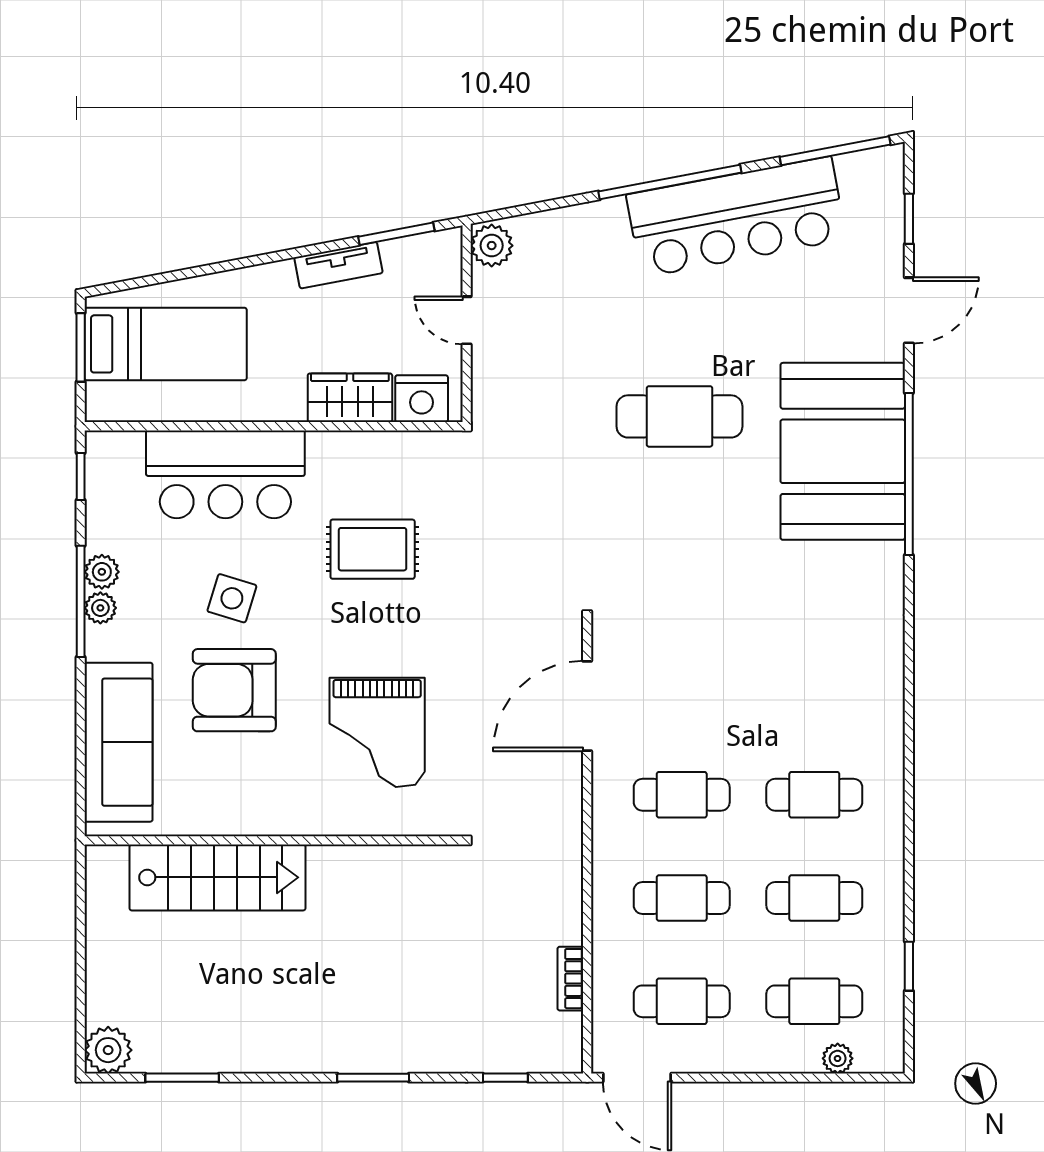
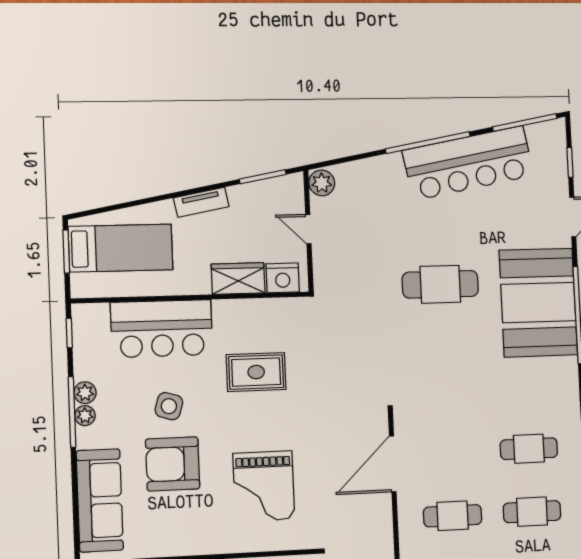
tv unit: (338, 265) -> (201, 202), moved
cafe table: (814, 691) -> (529, 449), added

